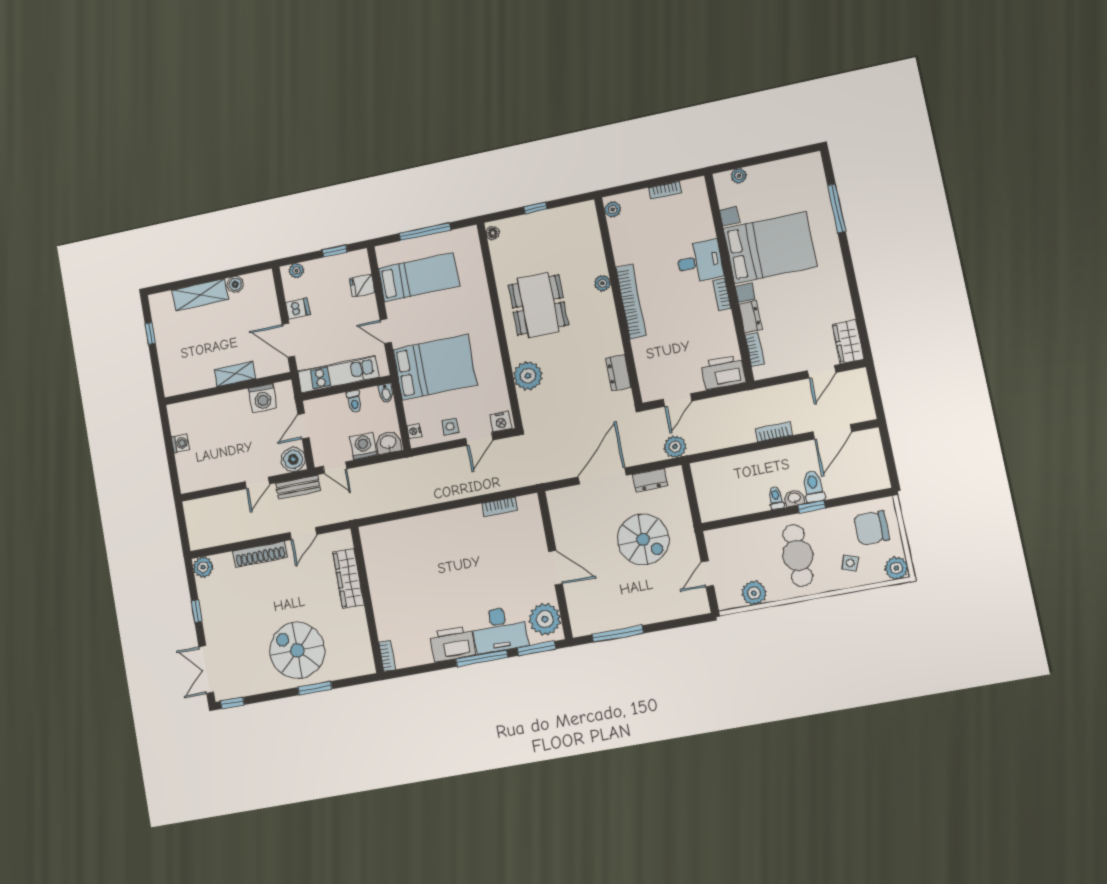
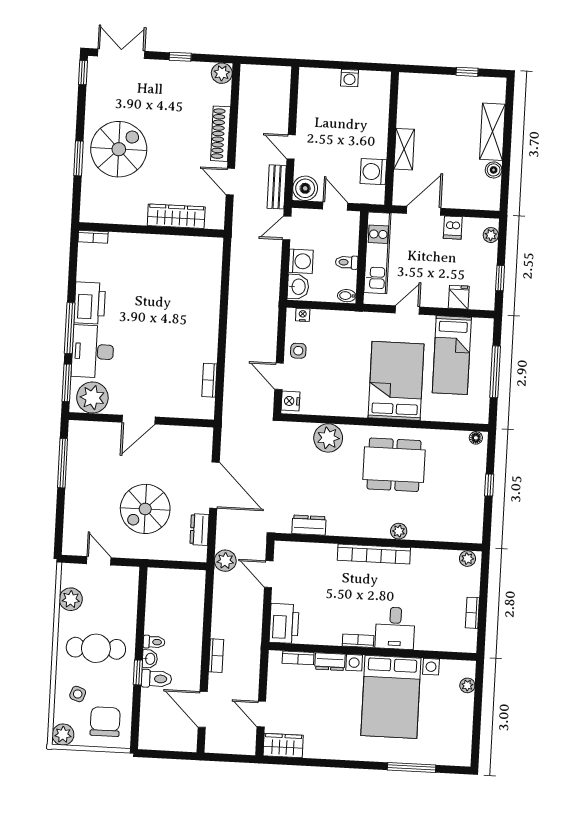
bed: (435, 367) -> (396, 381), moved, turned 180

